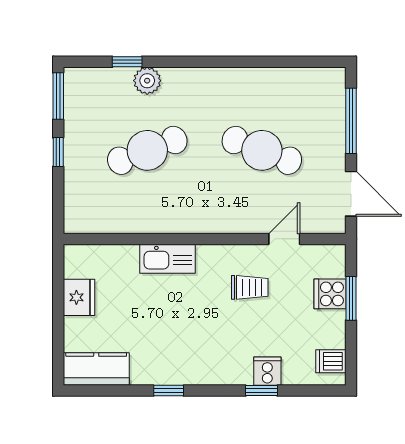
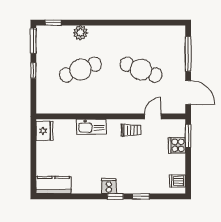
window: (127, 62) -> (53, 23), moved
trolley: (250, 287) -> (131, 130), moved
fridge: (79, 297) -> (44, 131), moved
window: (351, 298) -> (188, 136), moved
cooker: (267, 371) -> (109, 186), moved
window: (169, 391) -> (115, 196), moved

